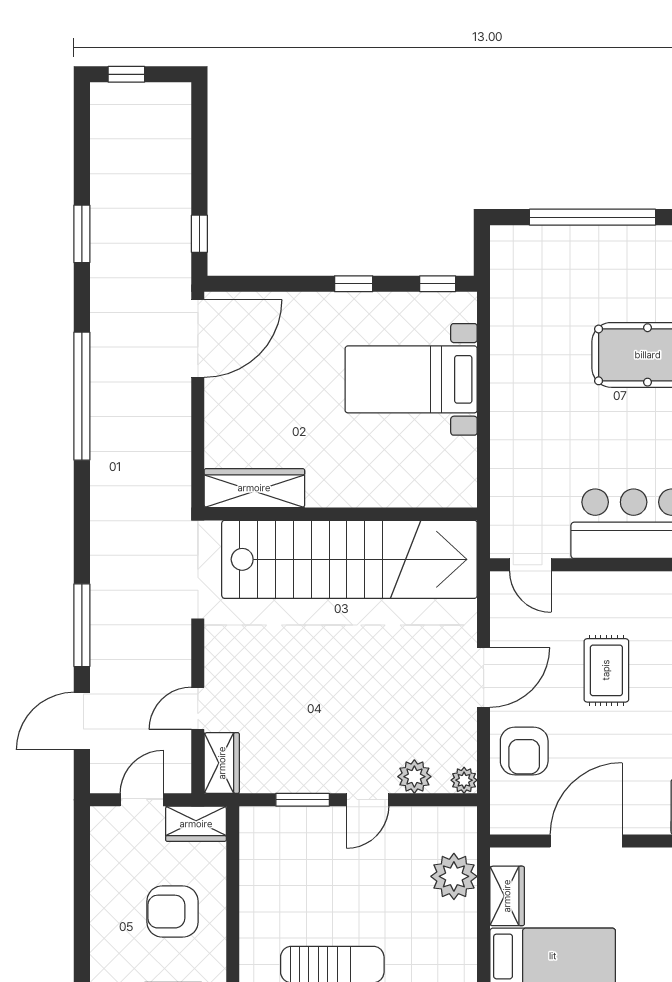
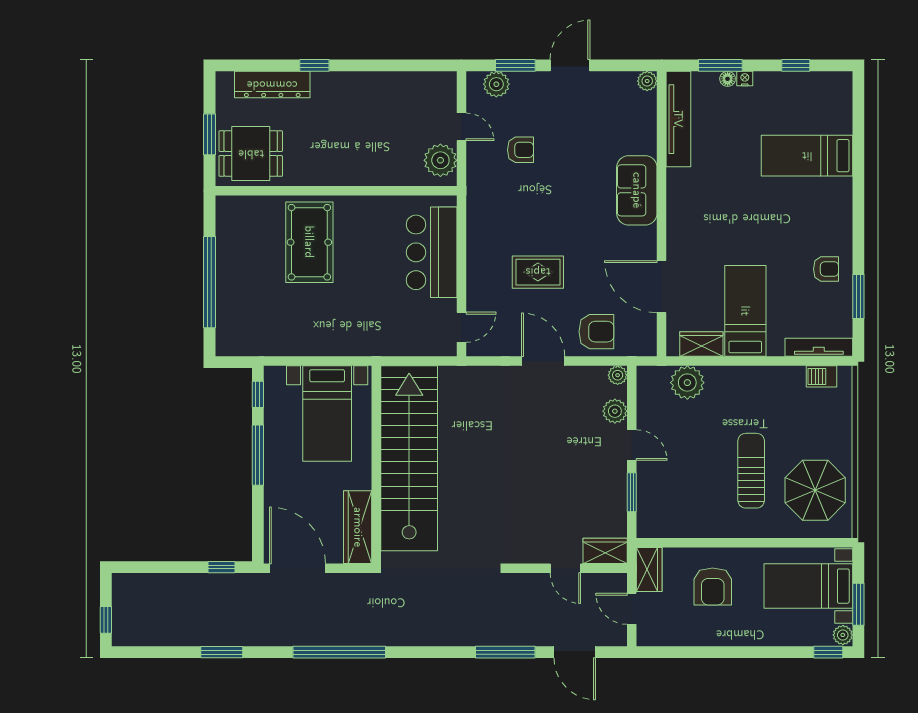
window: (354, 284) -> (258, 455), width x2.17
wardrobe: (254, 488) -> (358, 527), moved
wall: (341, 514) -> (376, 465), moved
stairs: (349, 559) -> (409, 458), moved

